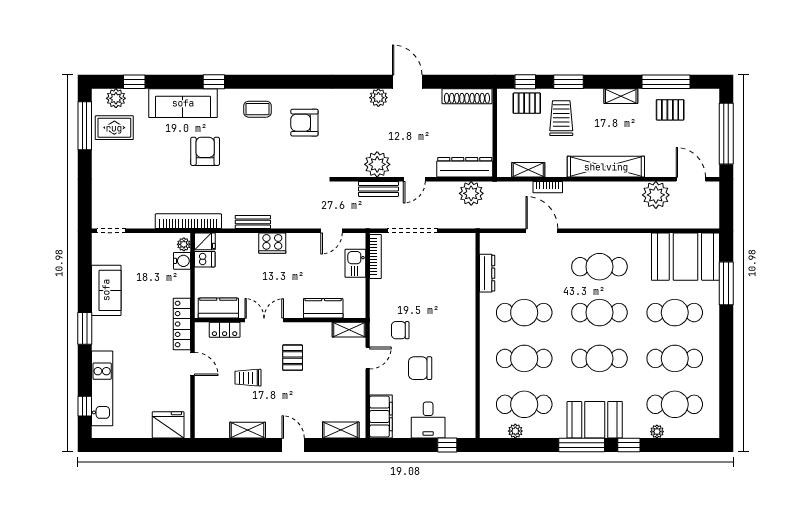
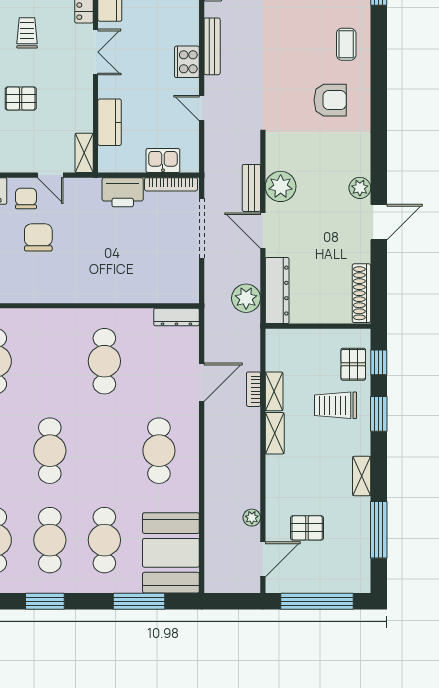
pallet: (670, 110) -> (307, 528), moved, turned 90
trolley: (561, 118) -> (335, 405), turned 180
armchair: (304, 123) -> (330, 100), turned 90
shelving: (606, 167) -> (275, 433), width x0.45, depth x0.75
shelving: (528, 170) -> (274, 391), moved
door: (414, 179) -> (263, 231), width x1.38
plant: (656, 195) -> (252, 518), width x0.53, depth x0.53
bench: (253, 222) -> (212, 46), width x1.36
door: (332, 231) -> (202, 108), moved
dresser: (487, 273) -> (176, 317), moved
printer: (382, 297) -> (123, 192), added
cafe table: (599, 313) -> (104, 451), removed
chair: (400, 330) -> (26, 198), moved
pallet: (293, 358) -> (21, 99), moved
cafe table: (524, 358) -> (50, 361), removed
window: (726, 363) -> (45, 601), added

